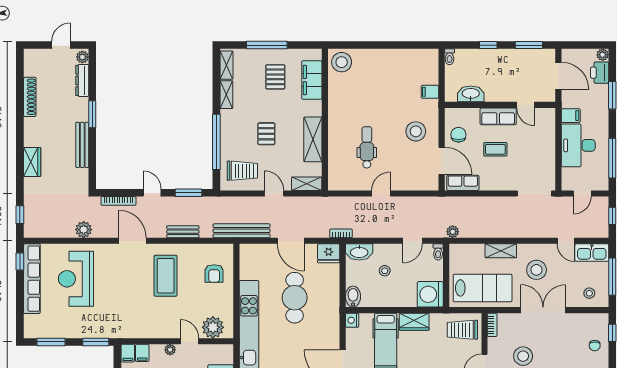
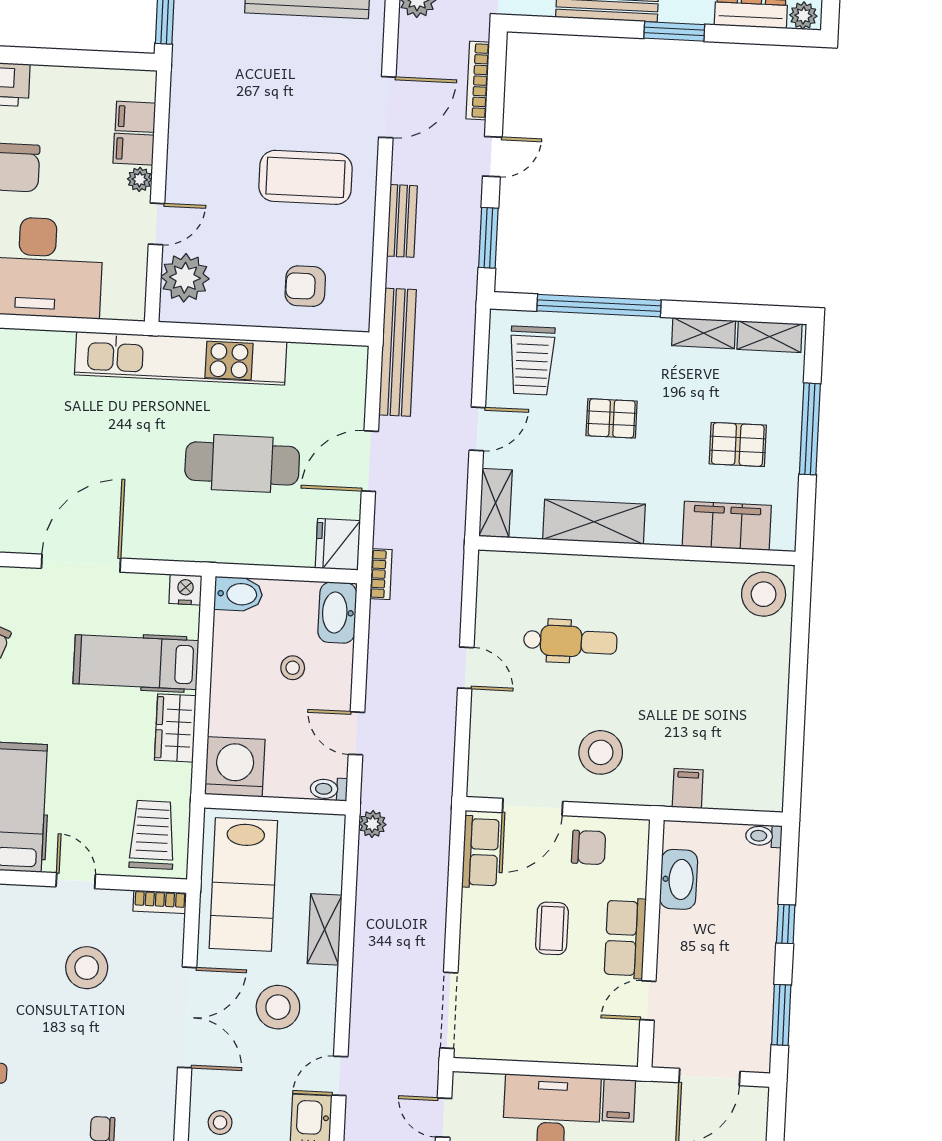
filing cabinet: (128, 353) -> (133, 149), moved

